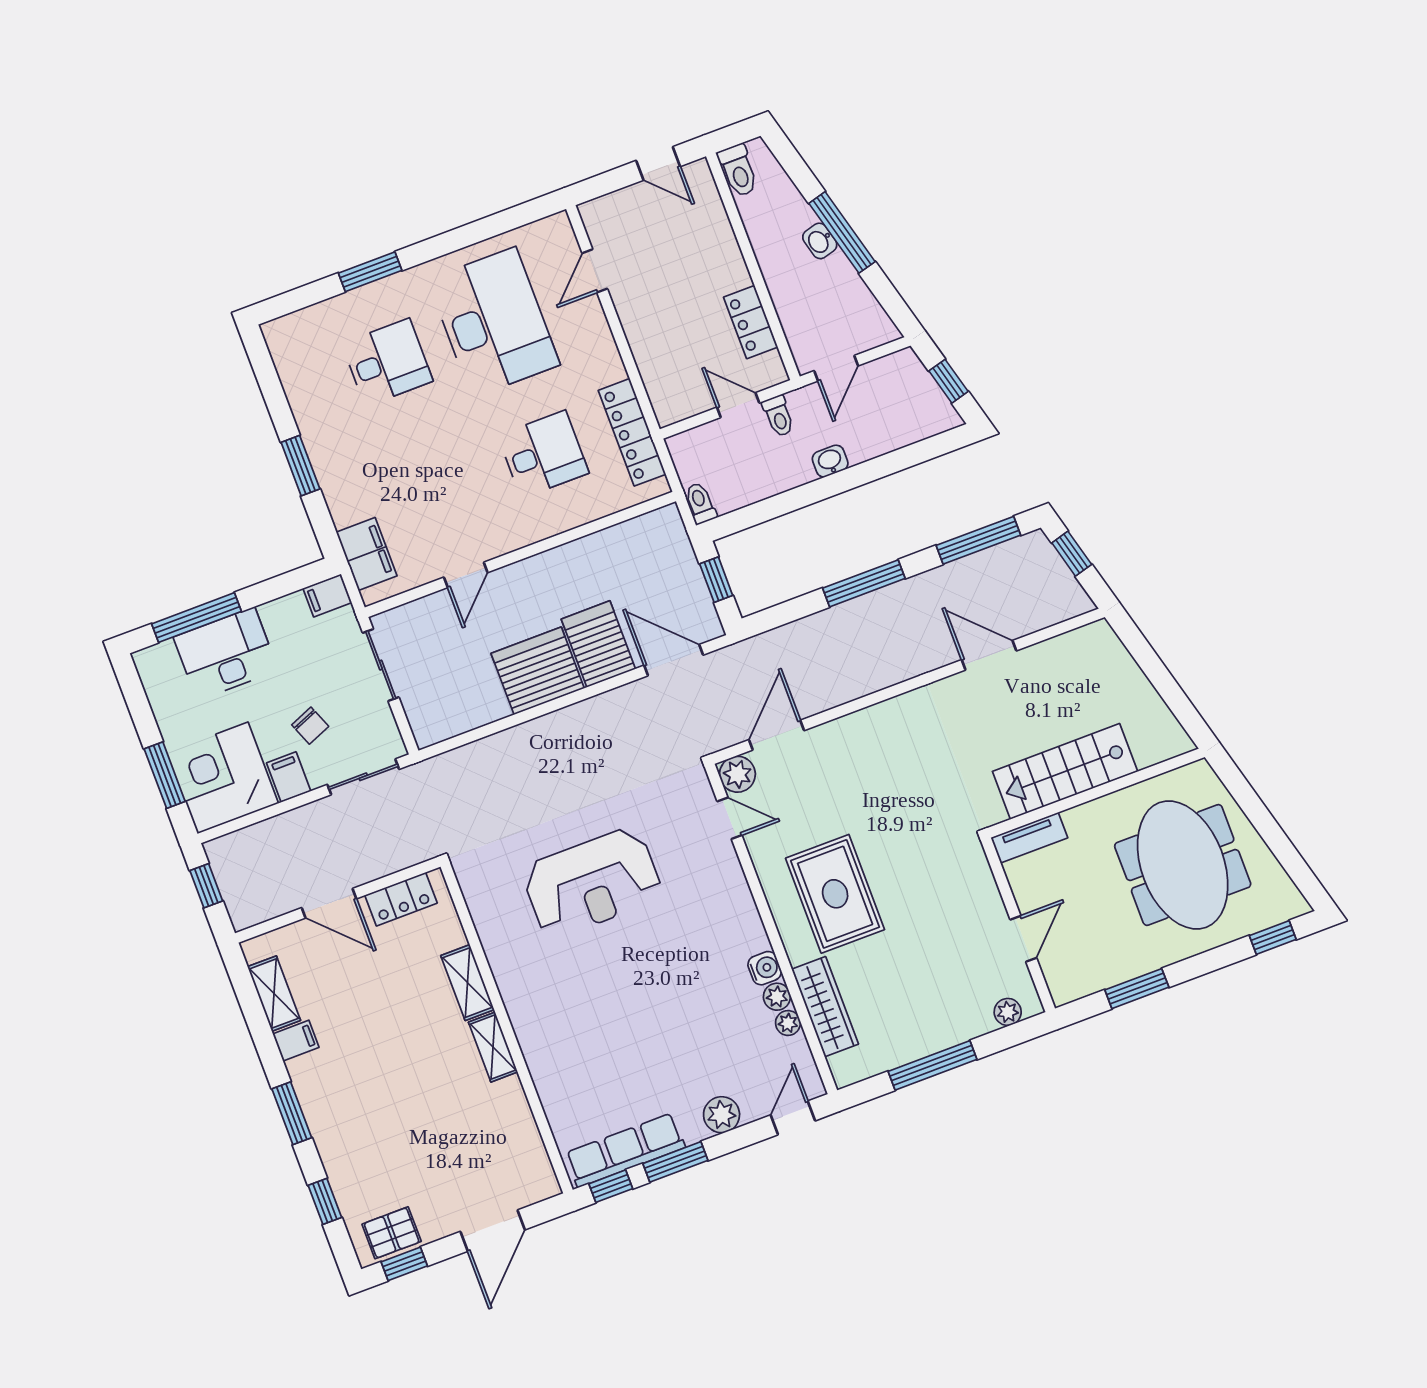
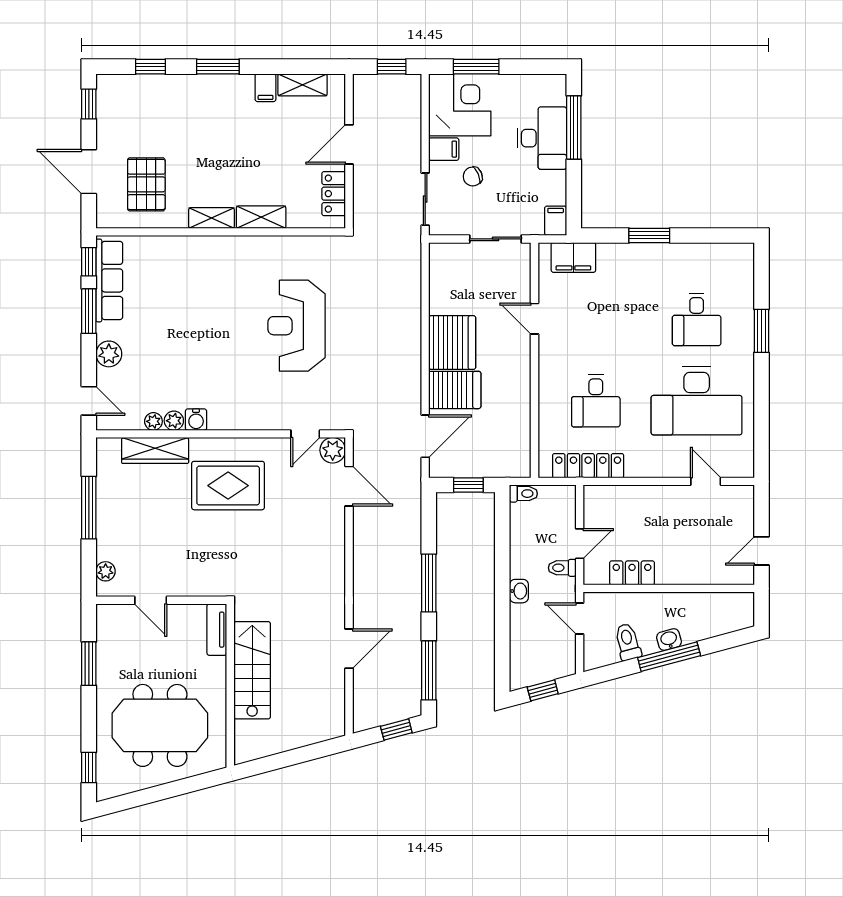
toilet: (738, 170) -> (628, 642), moved, turned 75
pallet: (392, 1233) -> (146, 184), moved, width x1.50, depth x1.42

